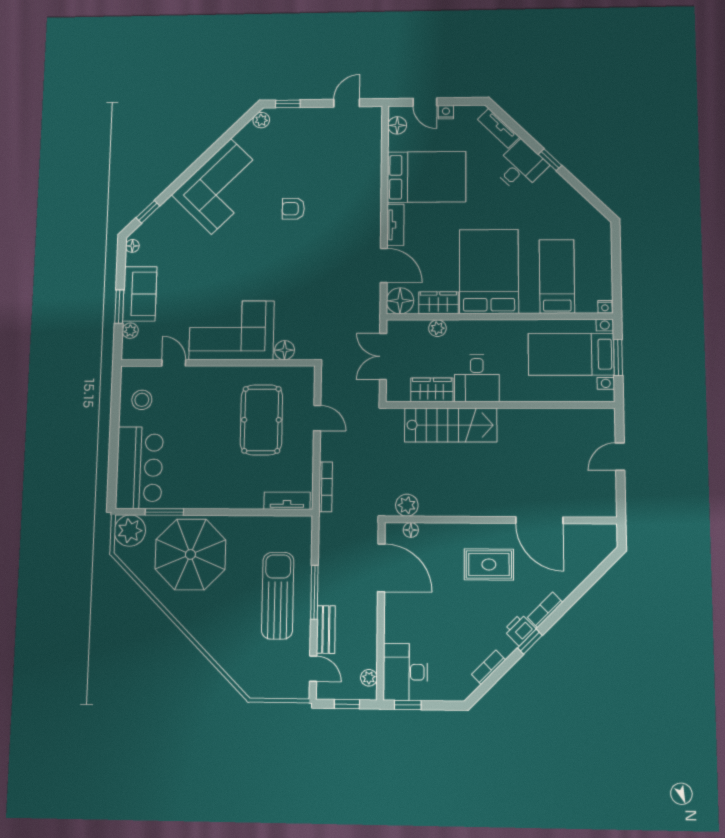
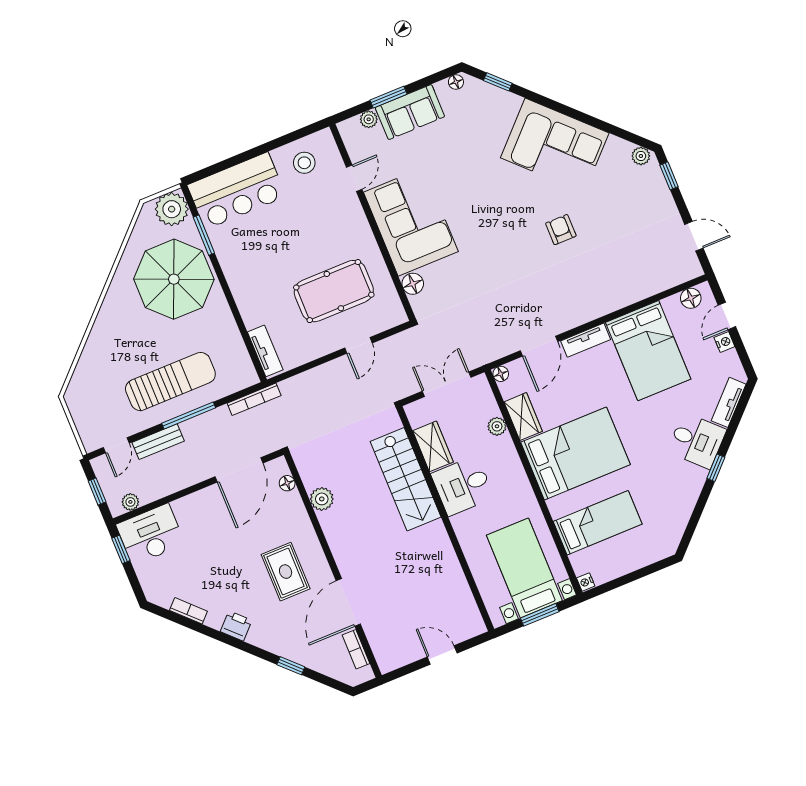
floor lamp: (400, 301) -> (501, 374), width x0.53, depth x0.53
bookcase: (326, 487) -> (254, 399), moved
plant: (407, 505) -> (322, 499), moved
bookcase: (545, 610) -> (356, 649), moved, turned -135
window: (530, 642) -> (291, 666), moved

